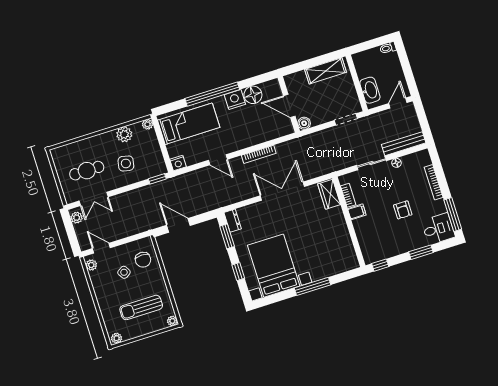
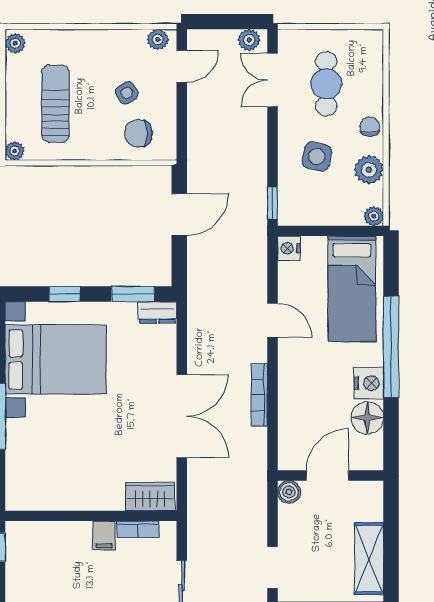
chair: (102, 141) -> (370, 127), added
door: (218, 160) -> (273, 320), swing flipped

